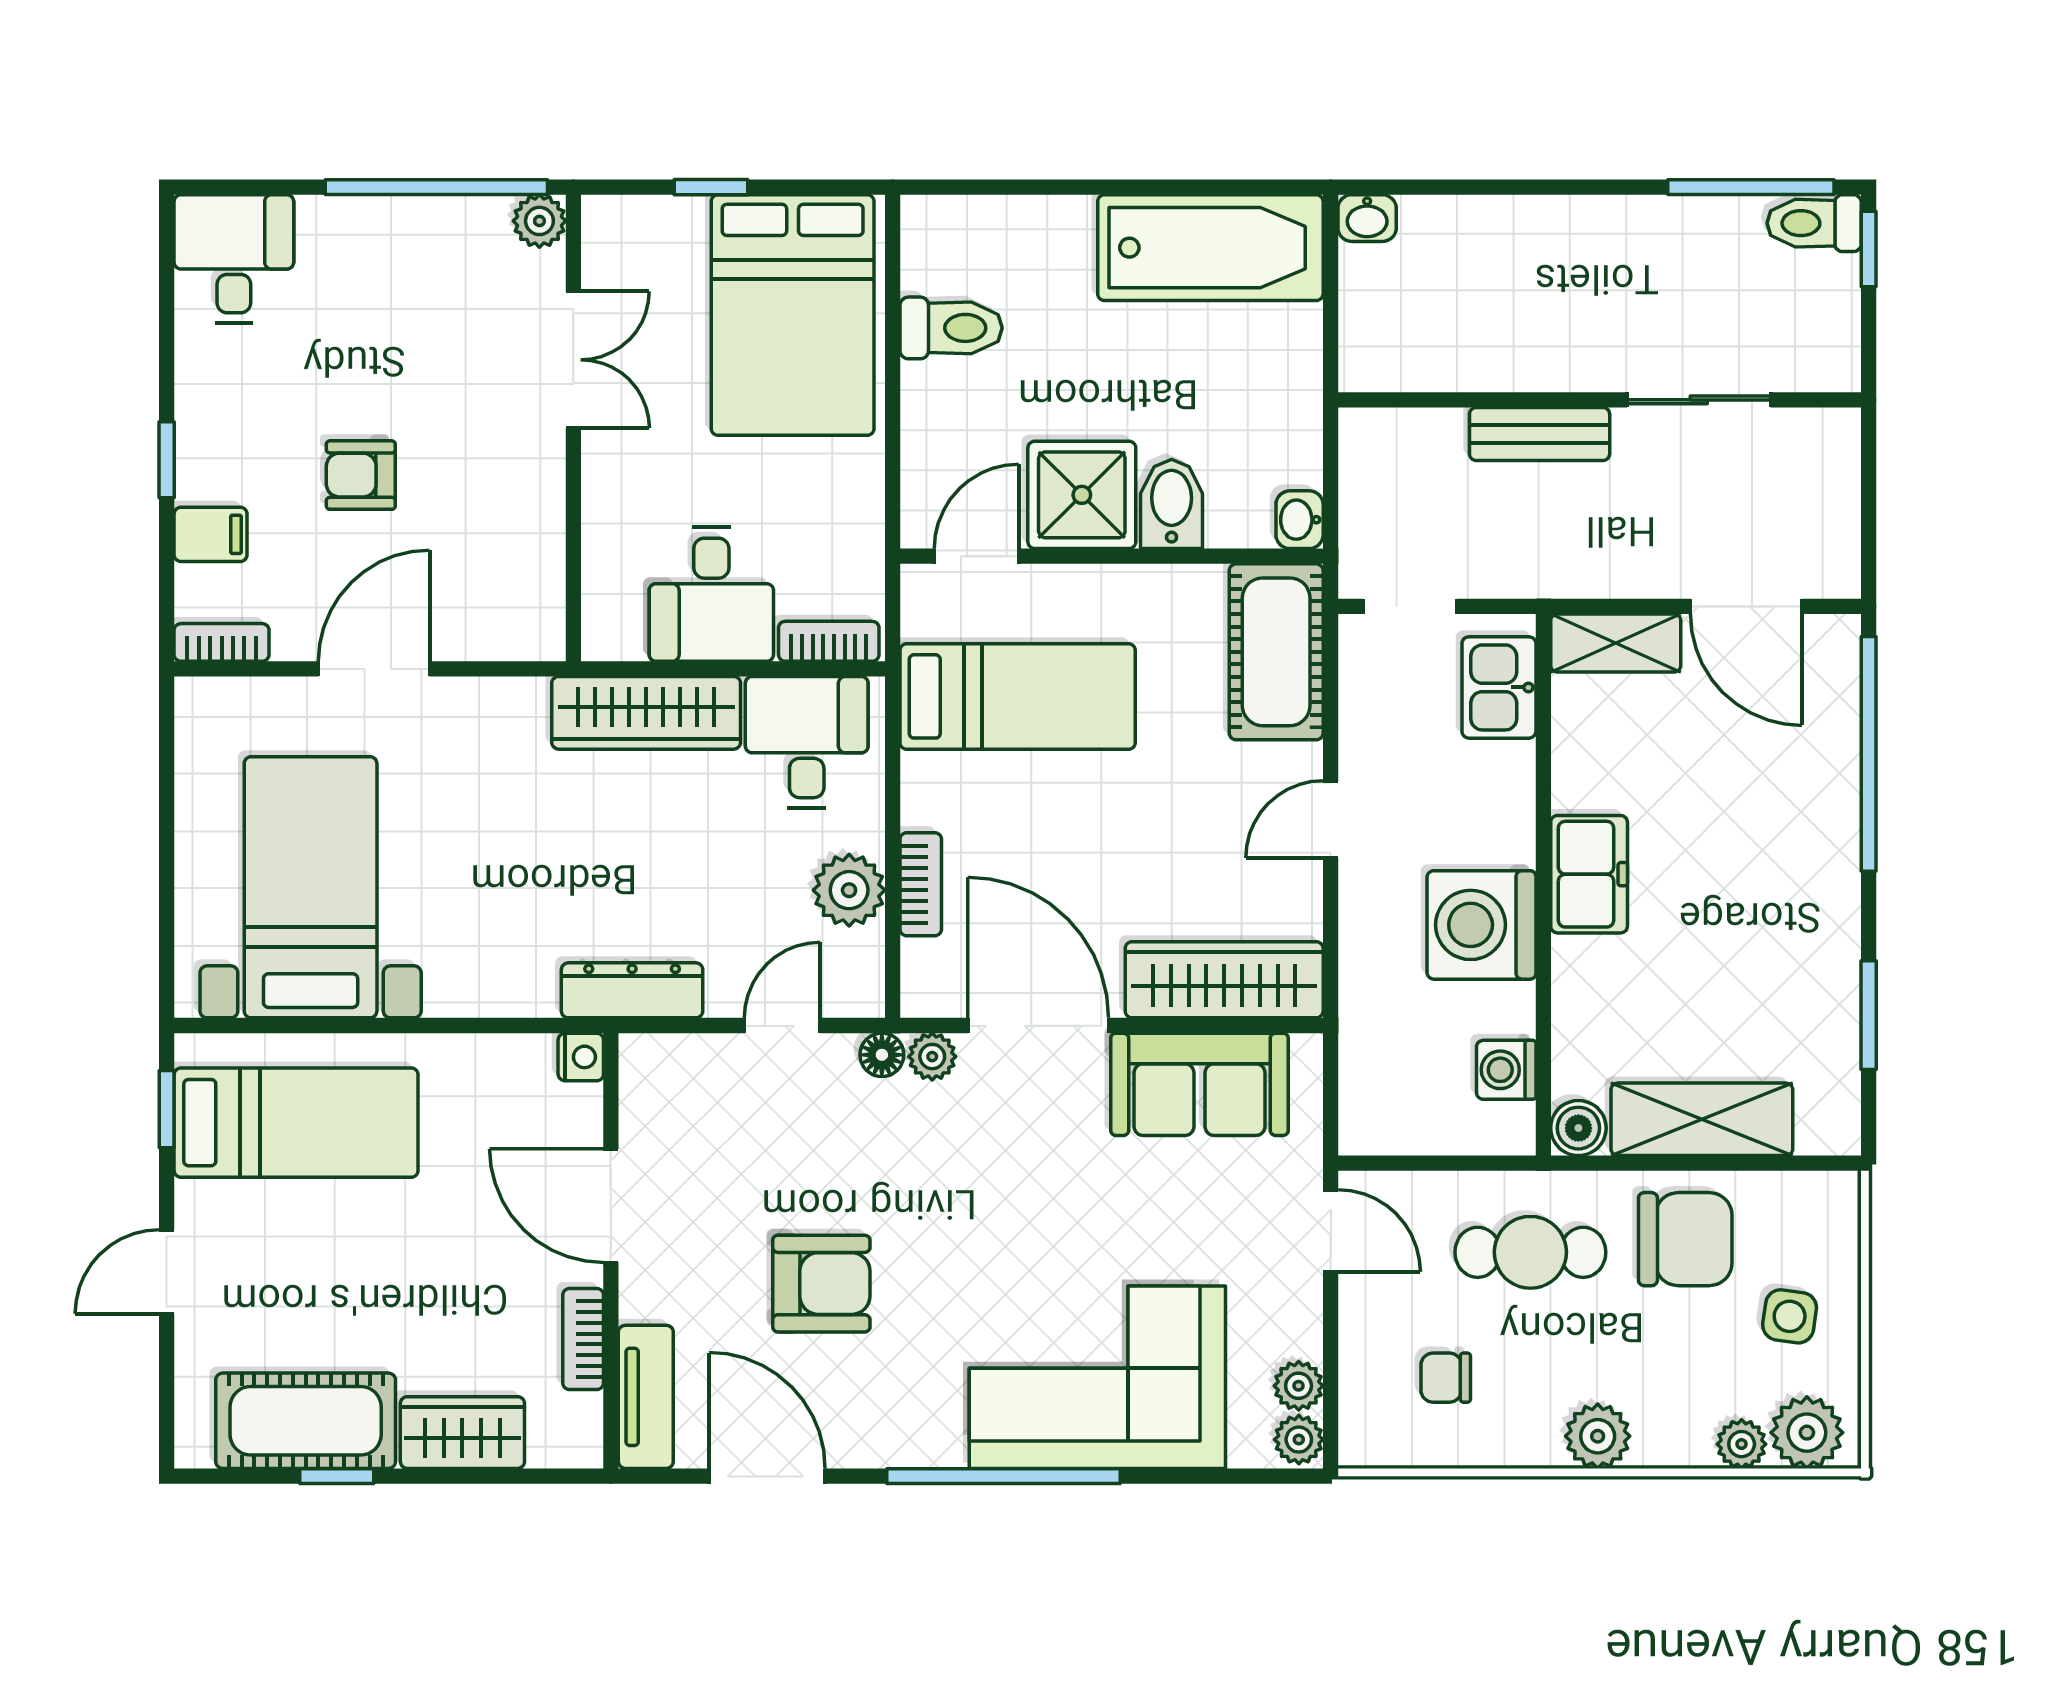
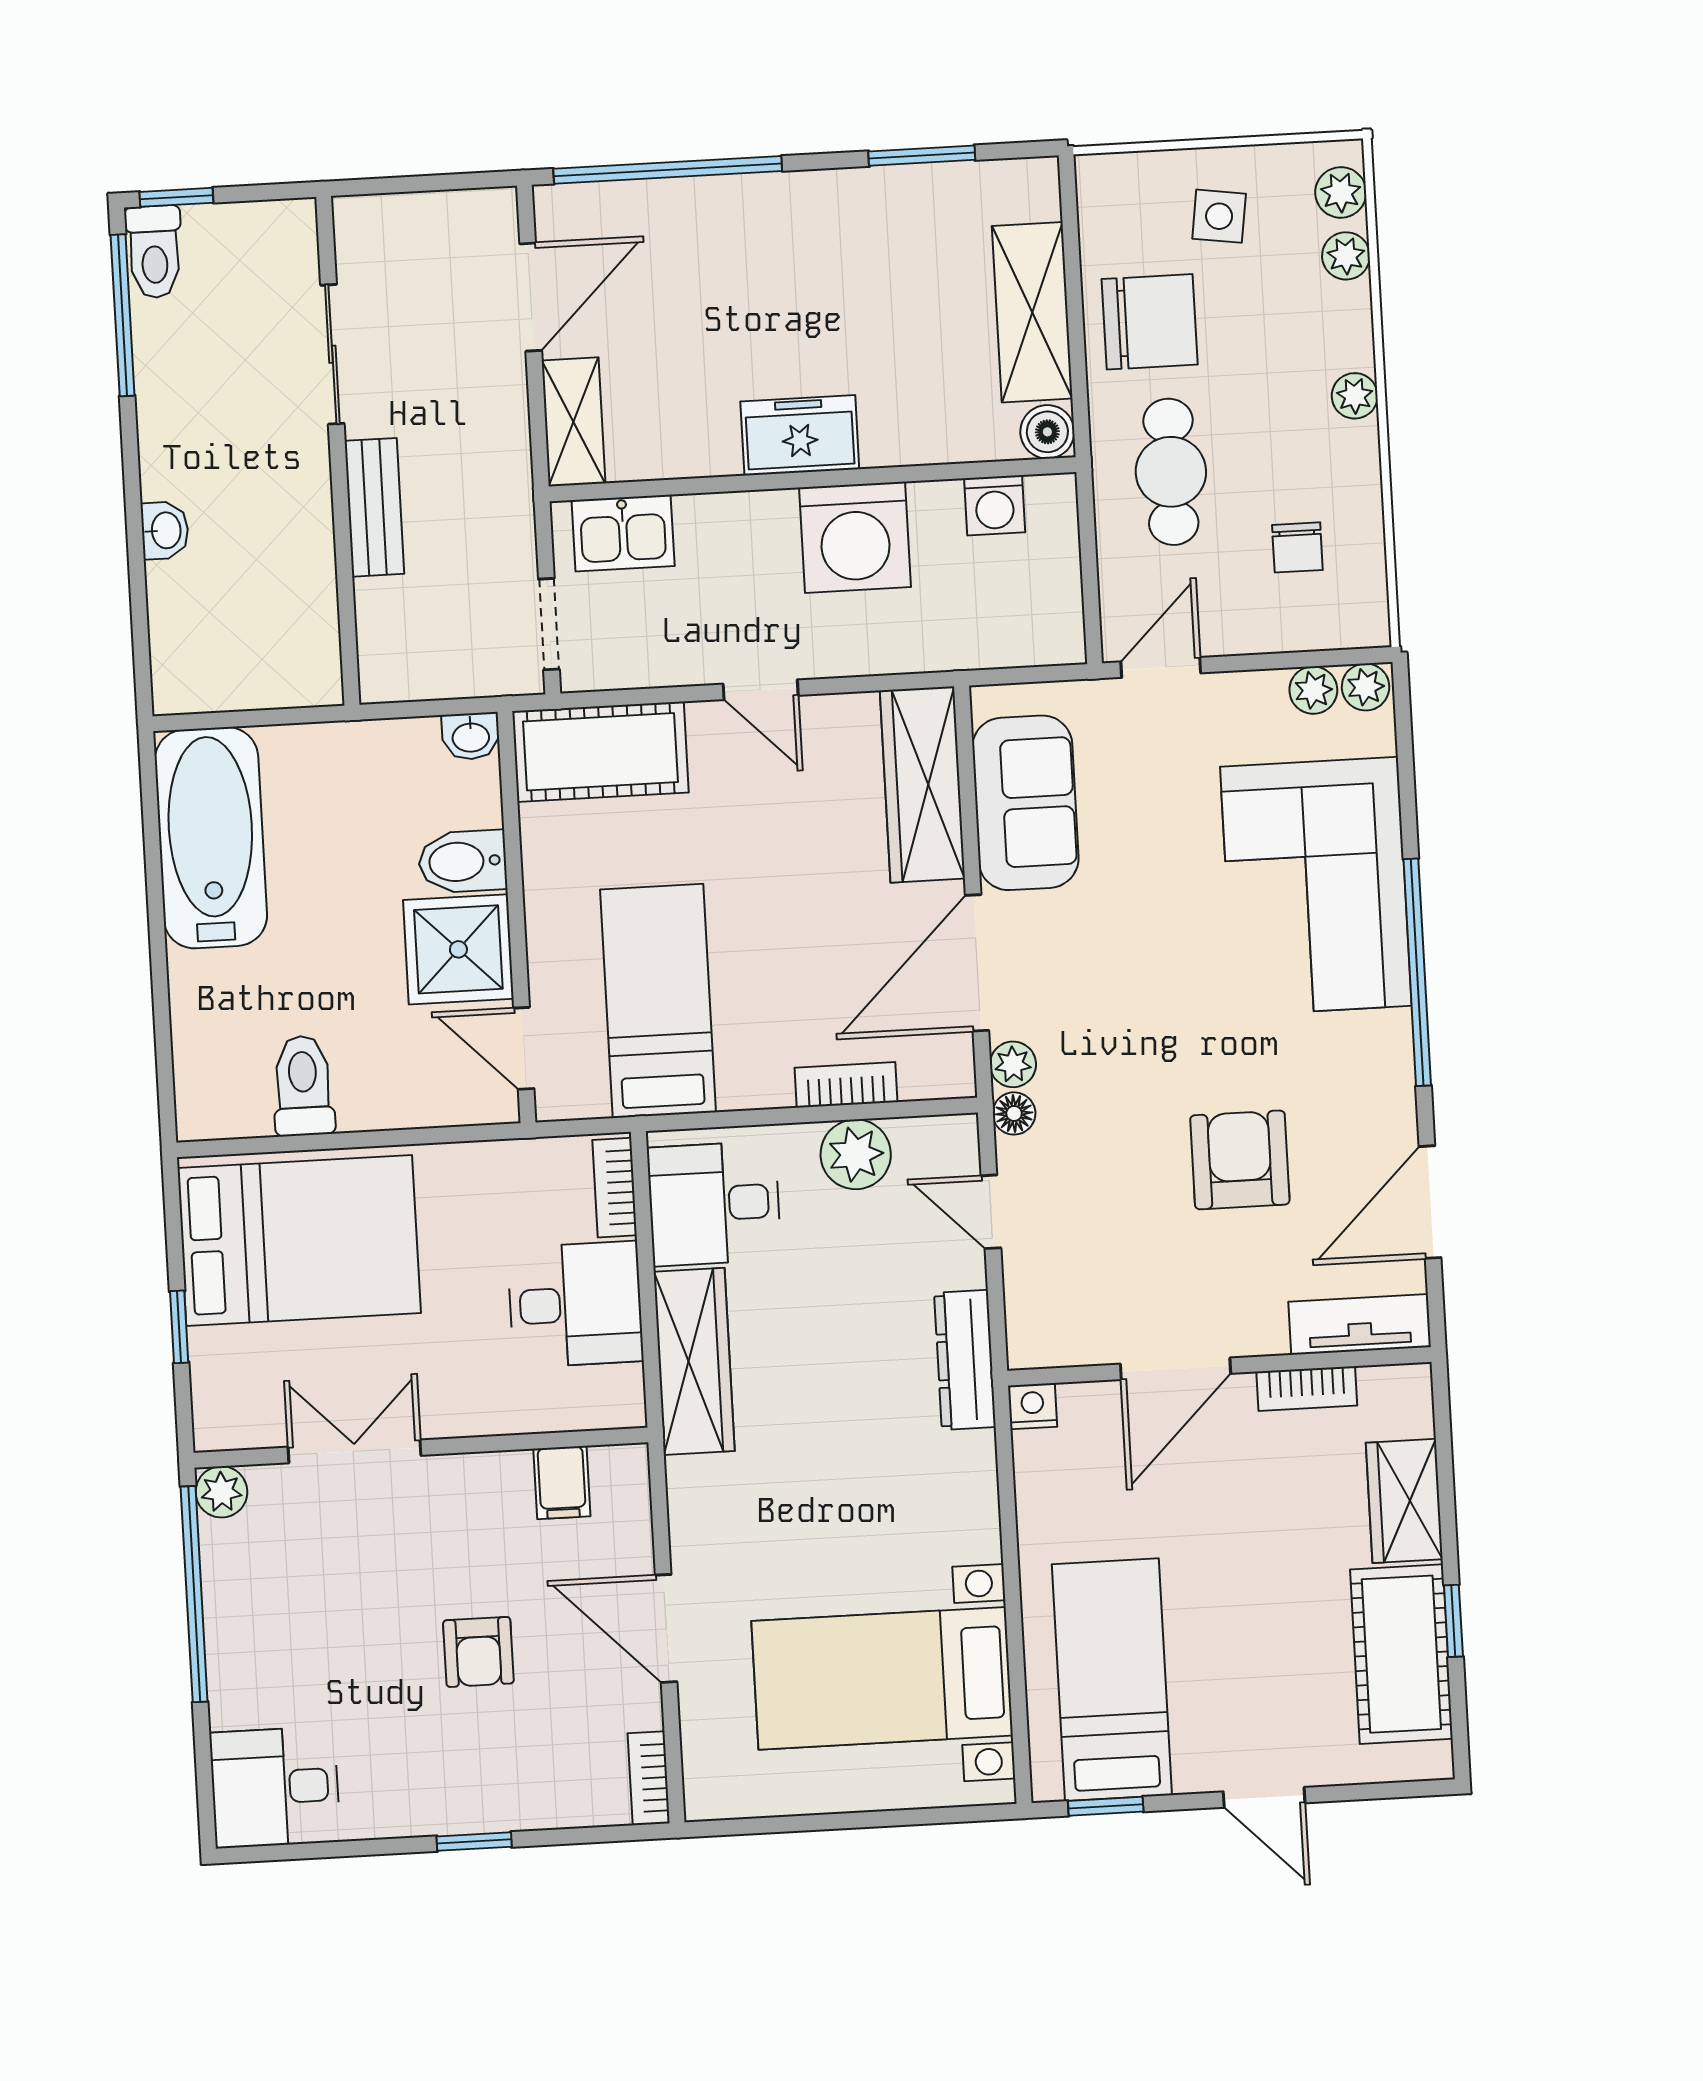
washbasin: (1367, 218) -> (165, 530), moved
filing cabinet: (211, 534) -> (562, 1483), moved, turned 180
chair: (1685, 1239) -> (1150, 322), turned 90
plant: (1807, 1433) -> (1341, 192), width x0.73, depth x0.73
plant: (1598, 1436) -> (1355, 396), width x0.73, depth x0.73

